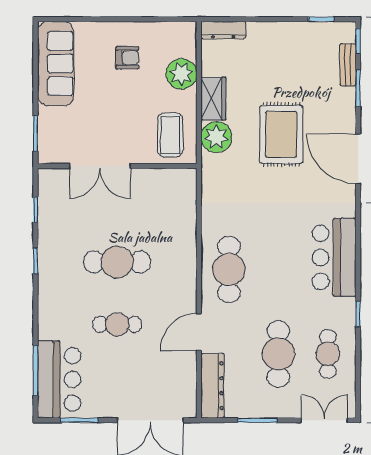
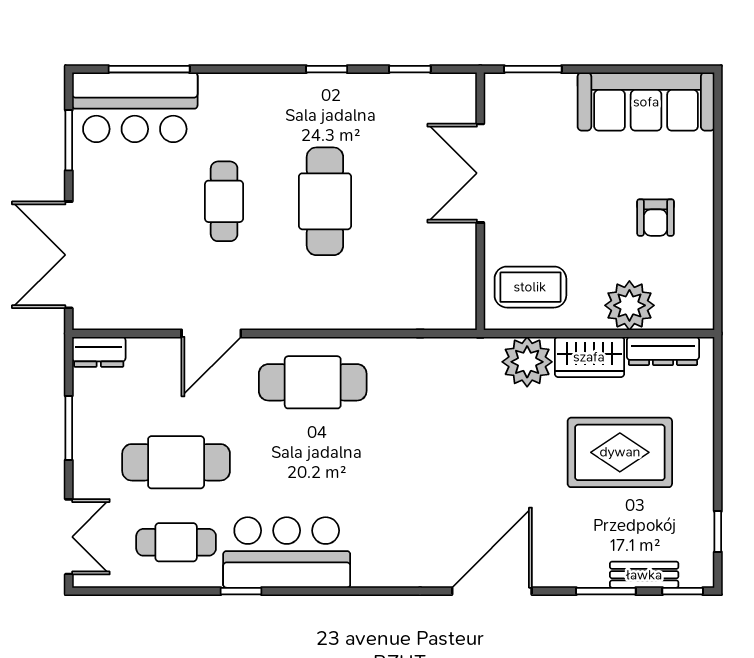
dresser: (223, 30) -> (663, 351), moved, turned -90
rug: (281, 134) -> (620, 452), moved
bar counter: (334, 257) -> (287, 552), moved
door: (199, 332) -> (211, 333), swing flipped
dresser: (212, 386) -> (99, 352), width x0.51, depth x0.80

